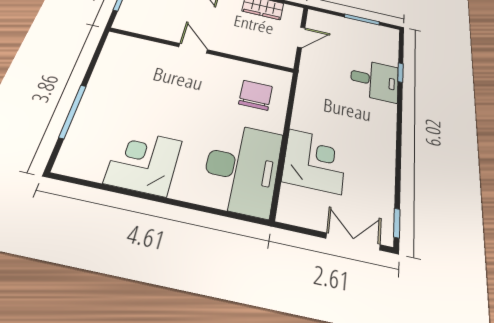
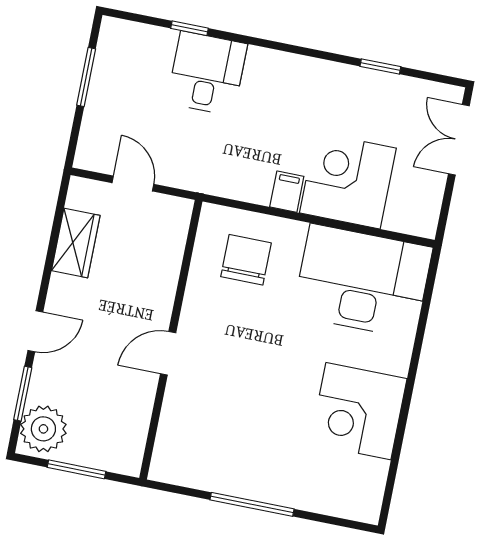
chair: (256, 95) -> (246, 260), turned 90
window: (73, 111) -> (252, 504), moved
filing cabinet: (303, 122) -> (287, 192), added
window: (397, 223) -> (380, 66), moved

